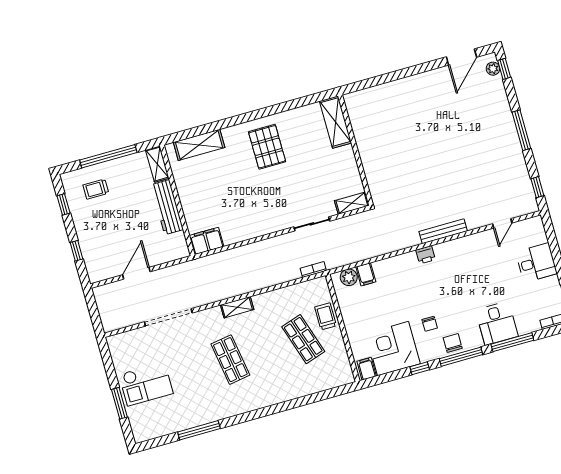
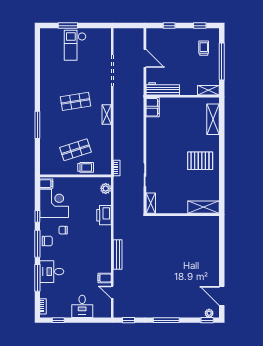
workbench: (167, 207) -> (163, 89), moved
printer: (425, 255) -> (104, 215), moved, width x1.87, depth x1.48
filing cabinet: (366, 274) -> (105, 278), moved
window: (199, 430) -> (37, 125), moved

